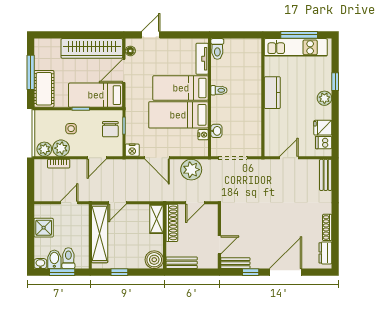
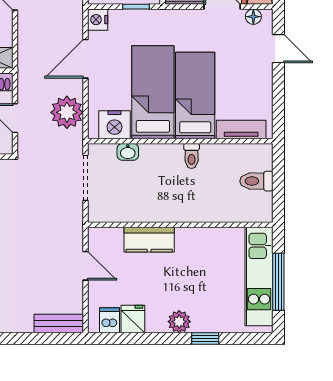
toilet: (217, 49) -> (256, 181), moved
kitchen counter: (272, 93) -> (149, 240), moved
nightstand: (203, 135) -> (114, 125), width x1.89, depth x1.79

